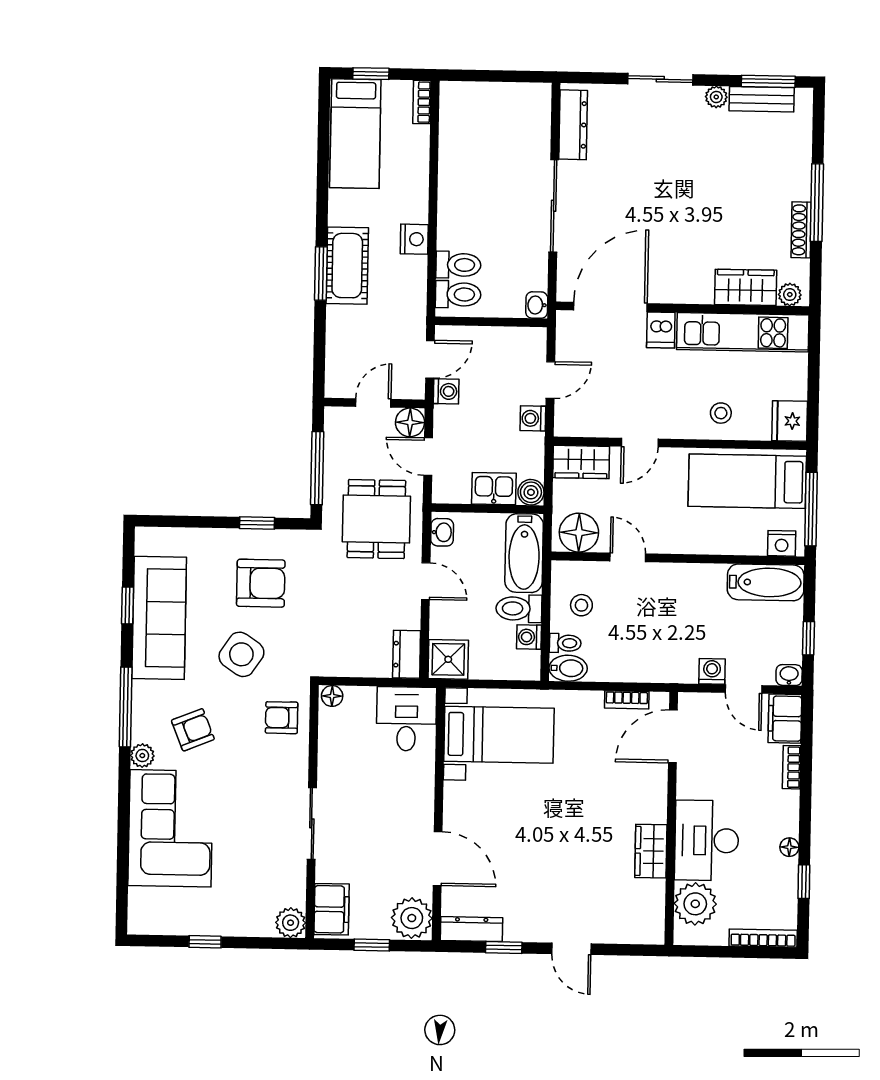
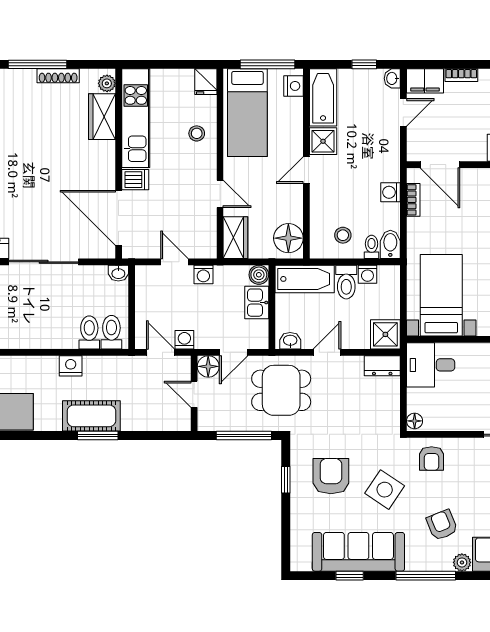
fridge: (790, 421) -> (206, 82), width x0.72
door: (628, 557) -> (306, 170), moved
shower: (707, 581) -> (323, 141), added
washing machine: (712, 671) -> (391, 192), moved

